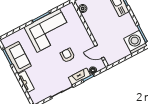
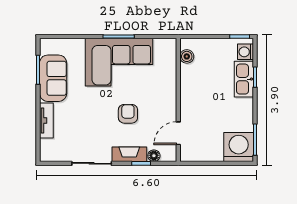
door: (100, 52) -> (178, 133), hinge flipped

